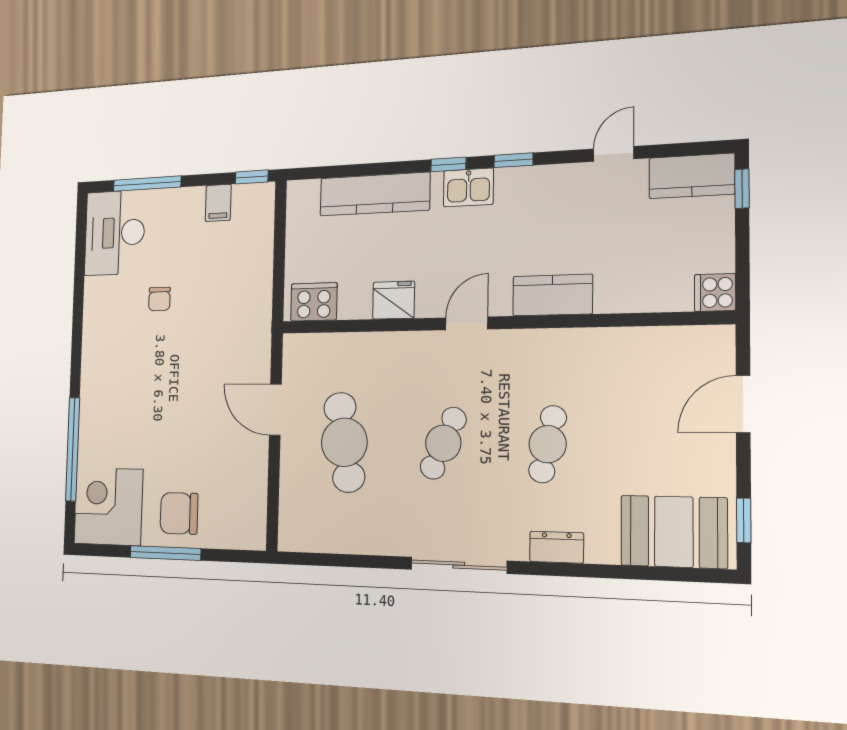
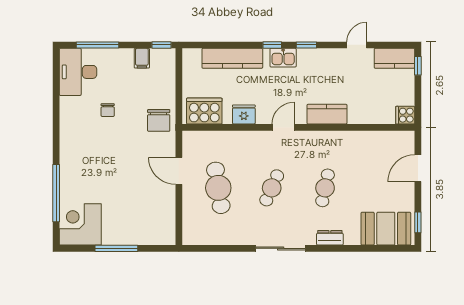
cooker: (314, 302) -> (204, 111), width x1.37, depth x1.31
chair: (179, 513) -> (159, 120), moved, turned -90

